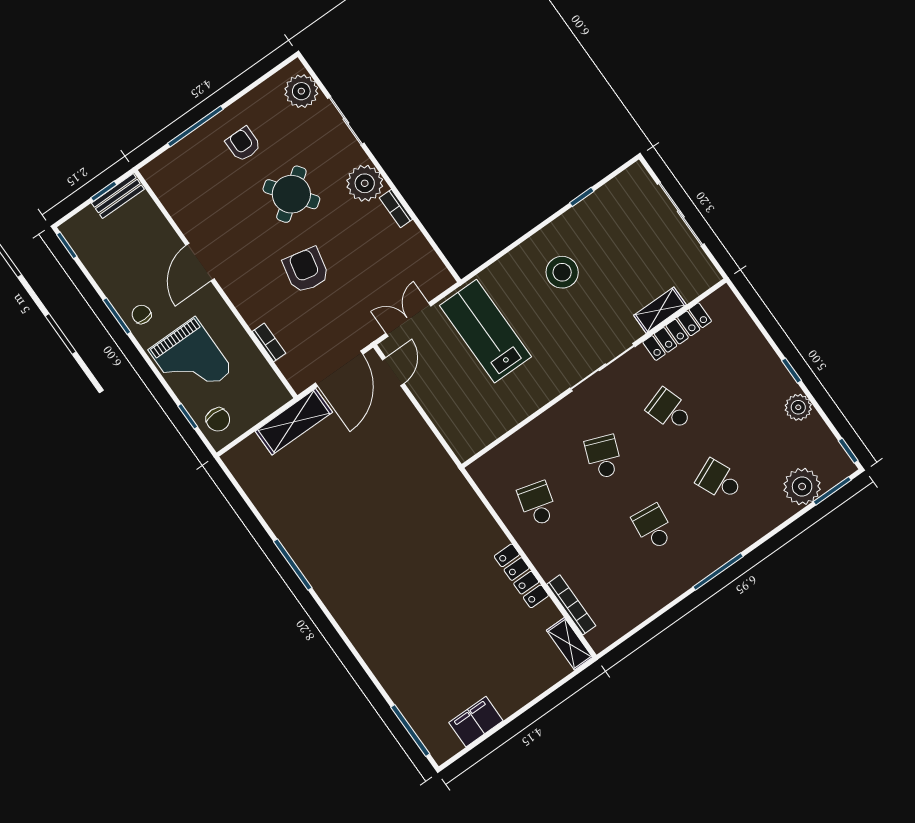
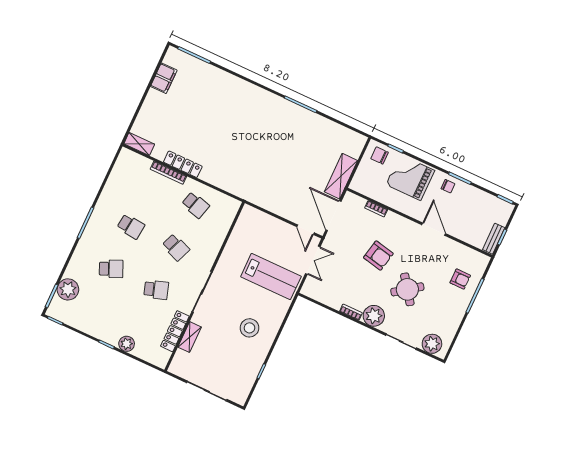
armchair: (243, 144) -> (460, 279), moved
plant: (798, 407) -> (127, 344), moved
bookcase: (571, 605) -> (168, 173), moved

